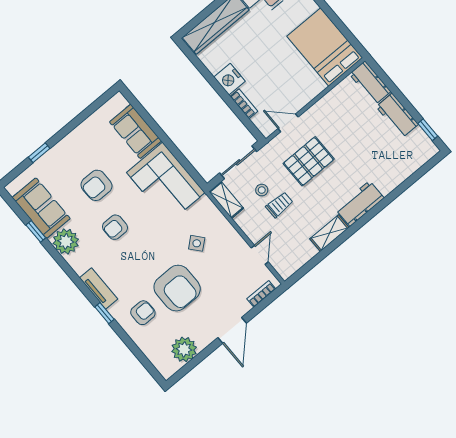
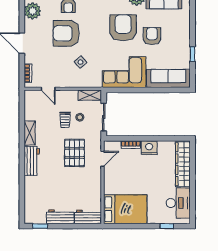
sofa: (135, 131) -> (168, 78), width x1.36
window: (39, 153) -> (193, 54), moved
armchair: (115, 227) -> (123, 28), width x1.88, depth x1.88

